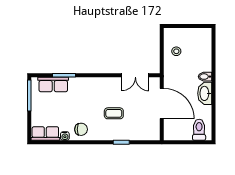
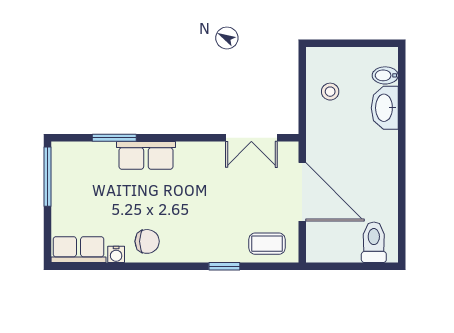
bidet: (205, 77) -> (385, 75), moved
row of seats: (53, 85) -> (146, 155), moved
washbasin: (205, 93) -> (385, 108), moved
coffee table: (114, 113) -> (267, 244), moved

